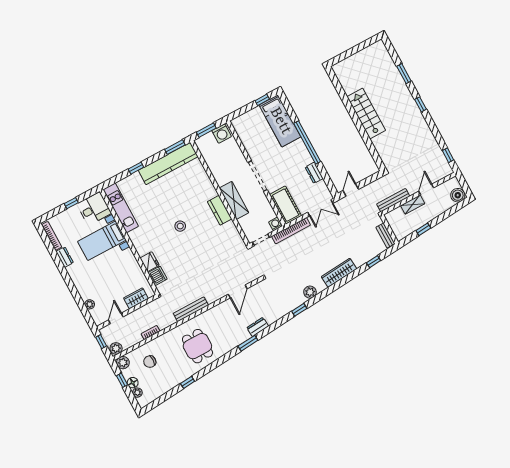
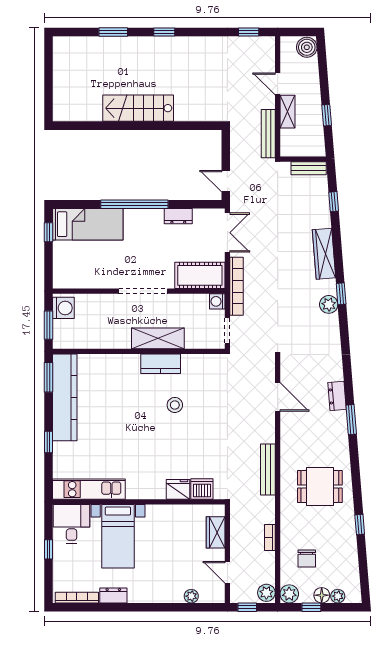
stool: (180, 226) -> (175, 405), moved
window: (299, 310) -> (341, 294), moved

